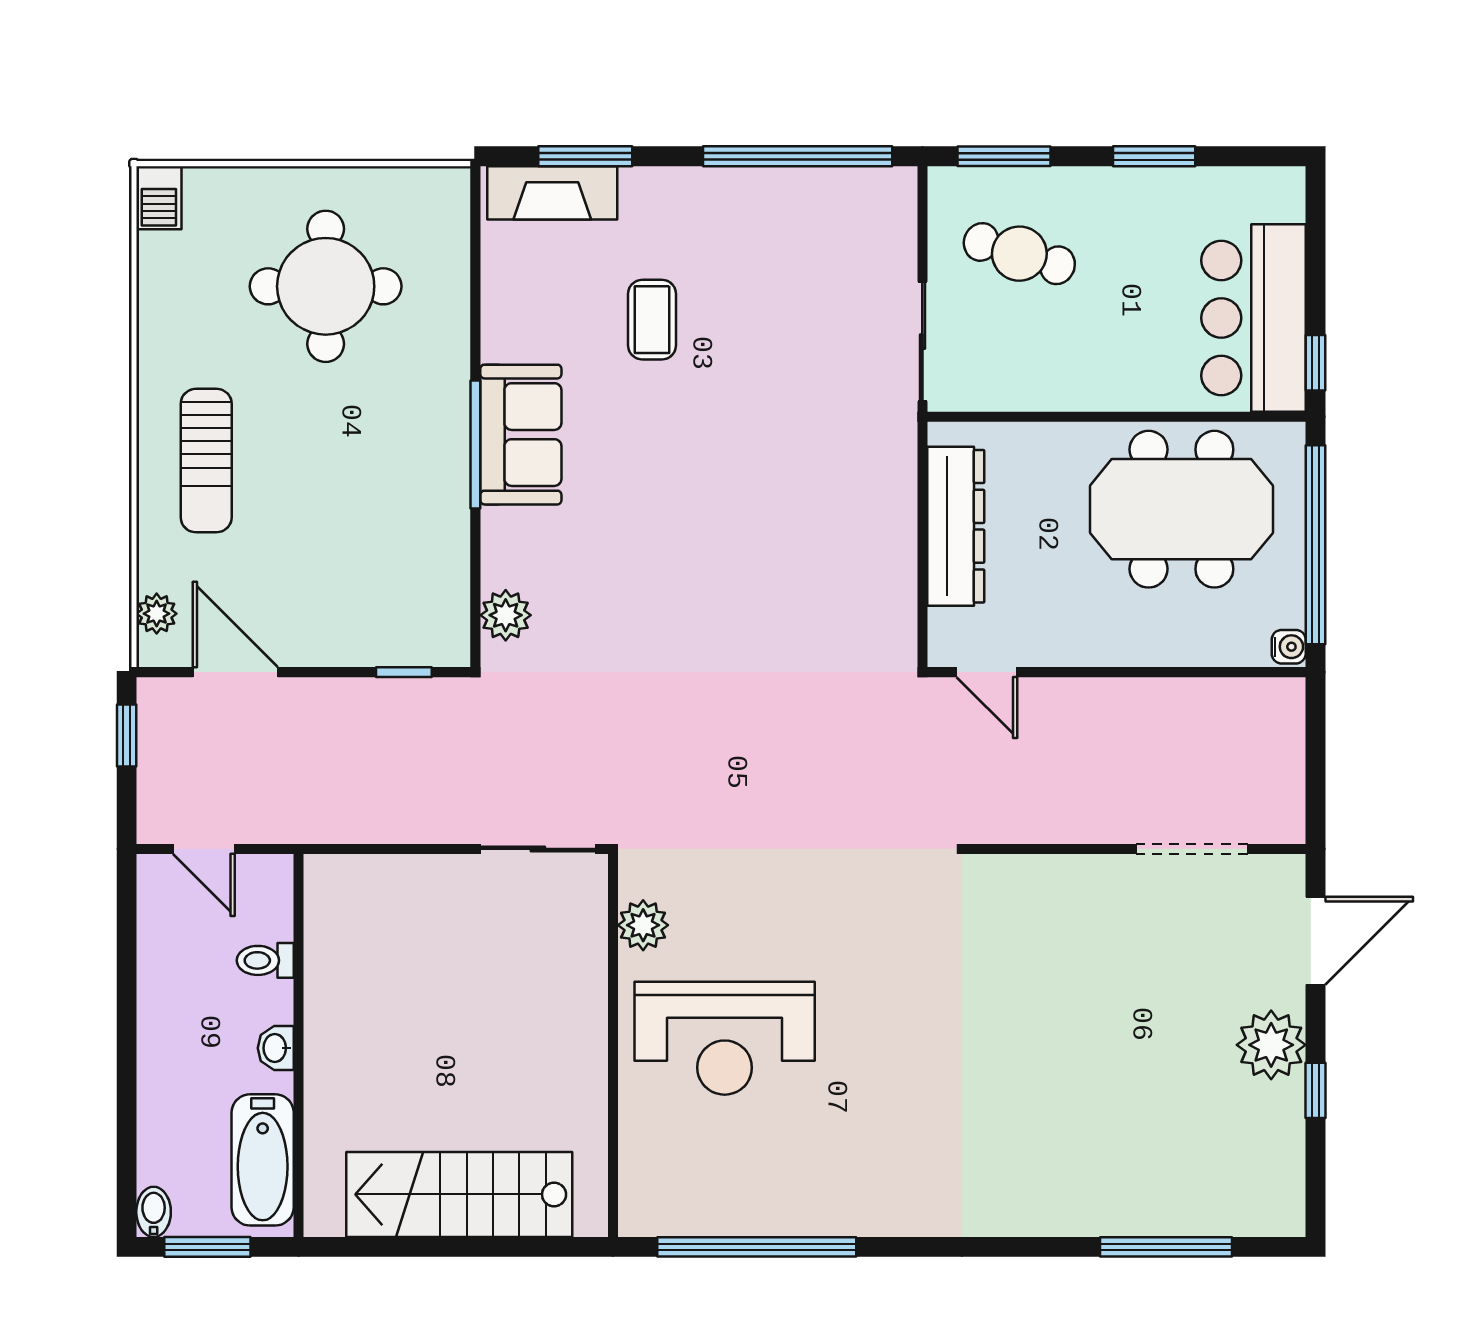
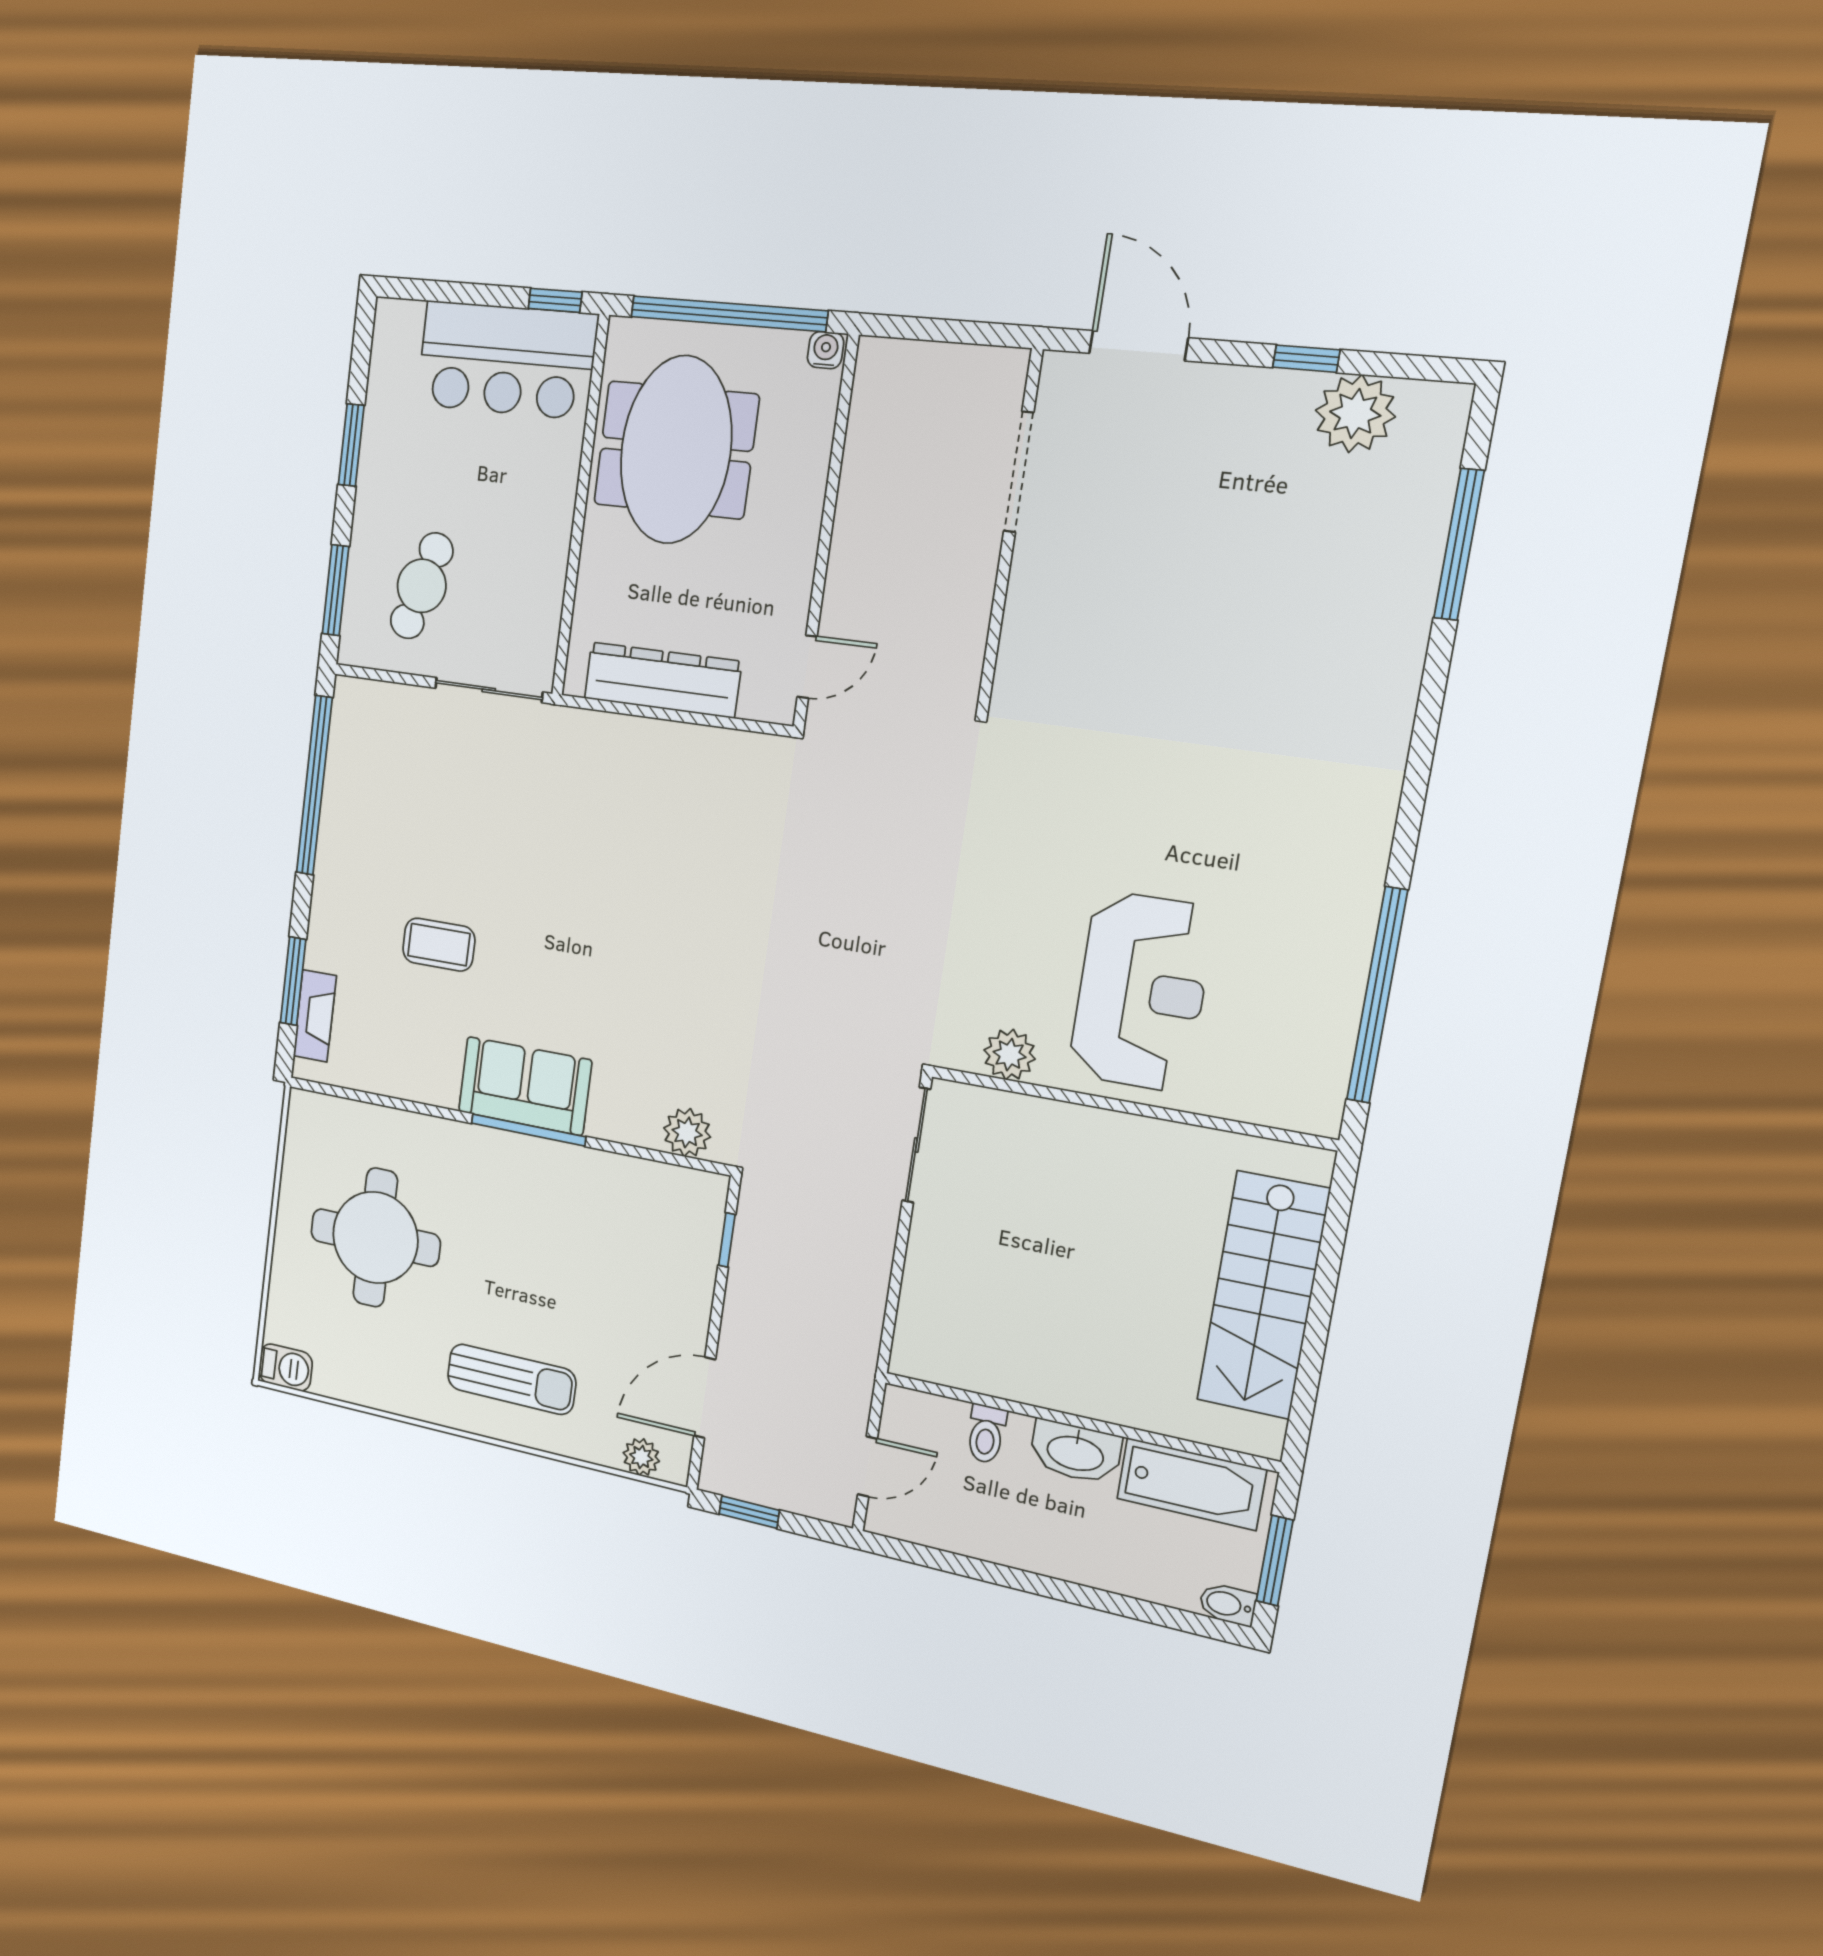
fireplace: (552, 193) -> (315, 1016), width x0.73, depth x0.76
plant: (1271, 1045) -> (1355, 414), moved
washbasin: (276, 1048) -> (1075, 1452), width x1.91, depth x1.45

